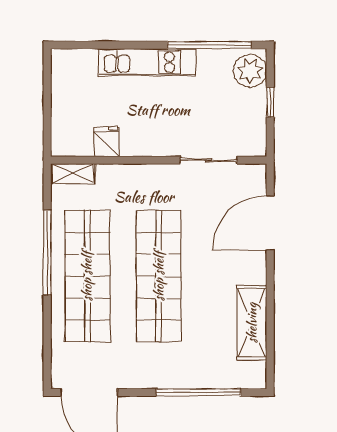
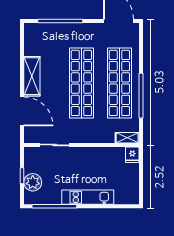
plant: (250, 71) -> (33, 182), moved
fridge: (106, 142) -> (132, 155), moved
door: (270, 223) -> (22, 111), hinge flipped
shelving: (252, 323) -> (32, 76), moved

